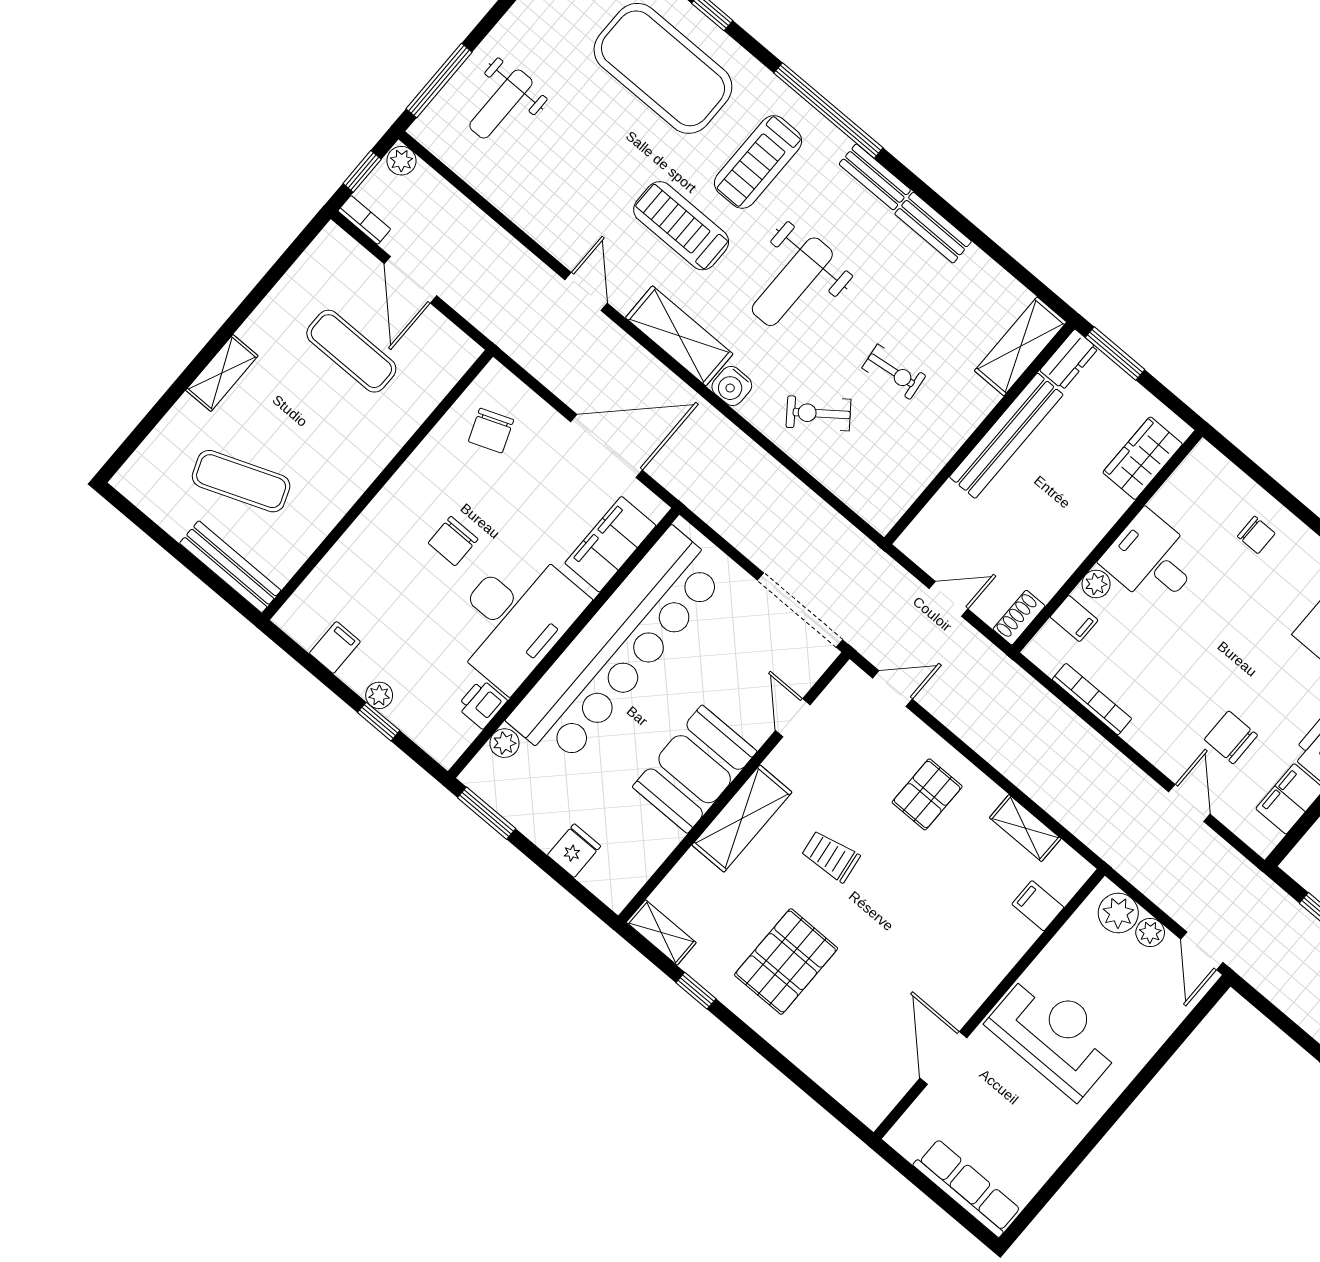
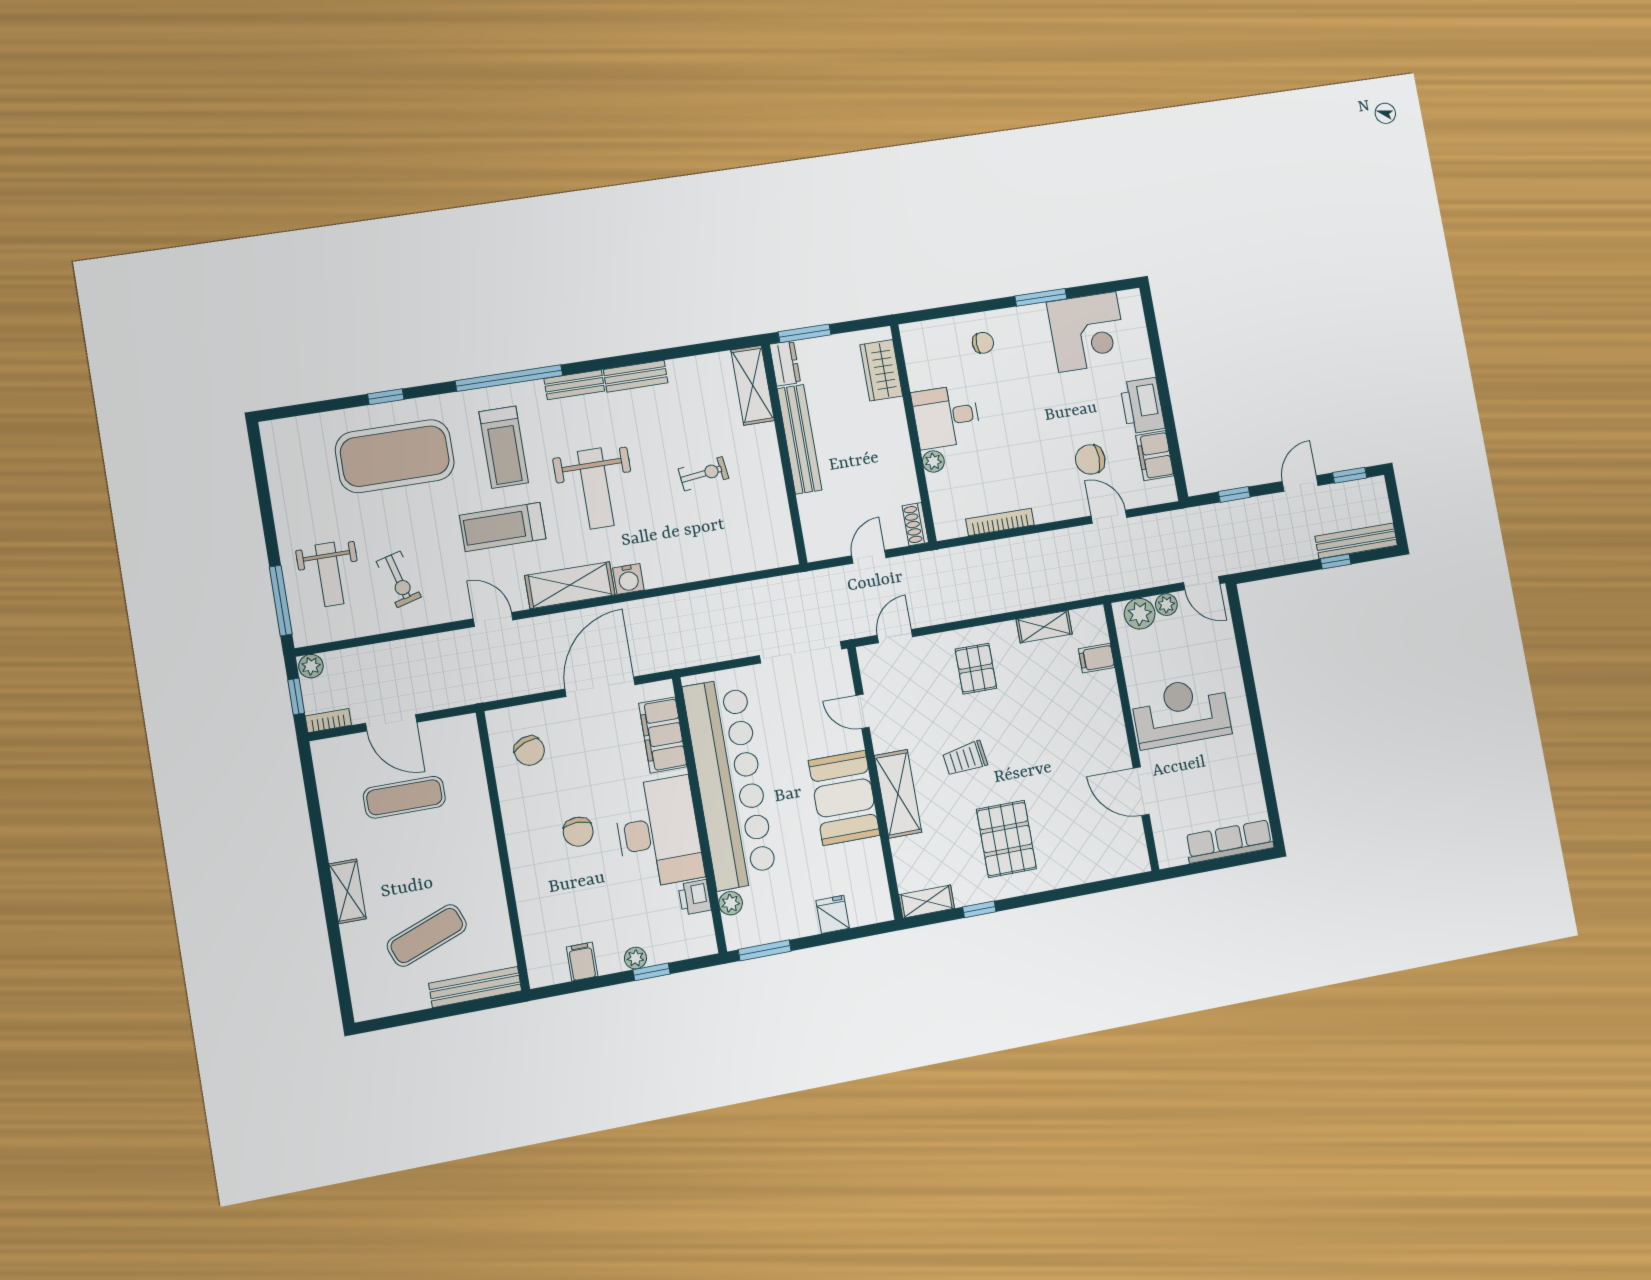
exercise bike: (818, 413) -> (399, 579), moved, turned -68
filing cabinet: (1074, 619) -> (943, 492), removed

